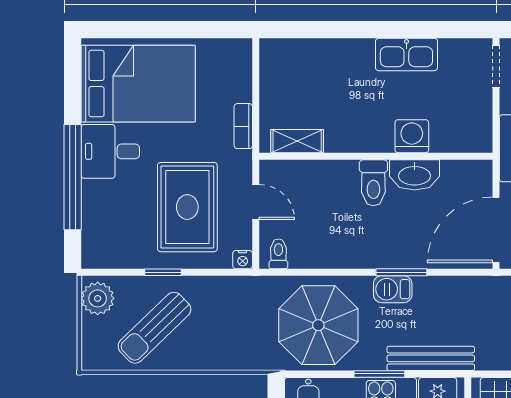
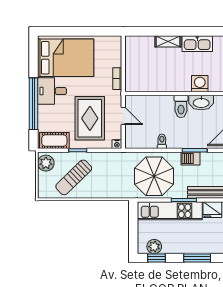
shelving: (297, 141) -> (168, 41), moved
cot: (115, 252) -> (54, 141), added
toilet: (278, 254) -> (162, 141), moved

